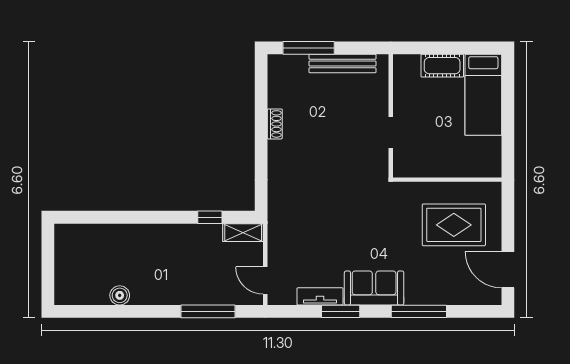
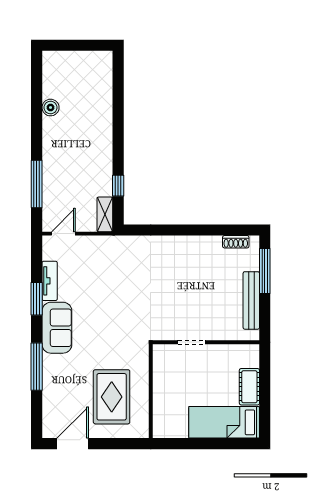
shoe rack: (275, 124) -> (236, 242), moved

